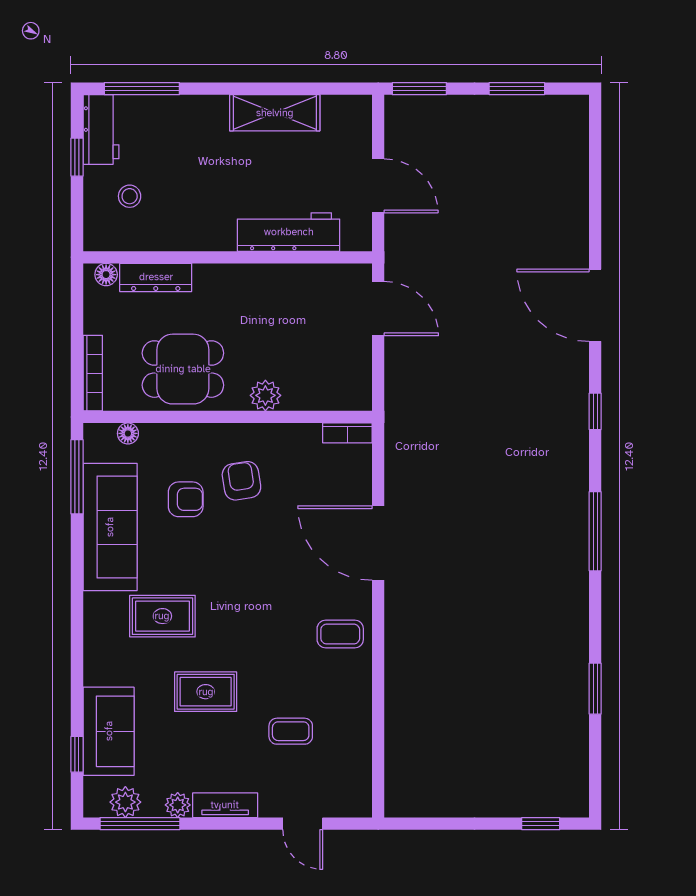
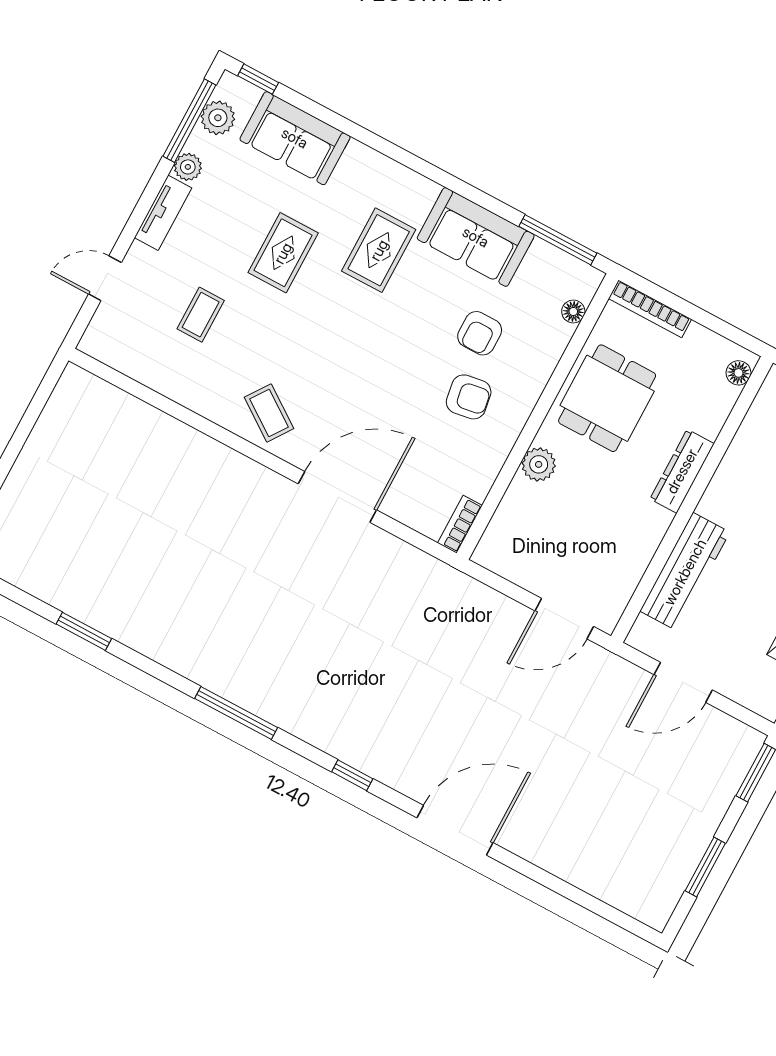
dresser: (156, 277) -> (682, 471), moved
sofa: (110, 527) -> (476, 237), width x0.73
coffee table: (340, 634) -> (269, 413), turned -55
window: (77, 754) -> (258, 79), moved

